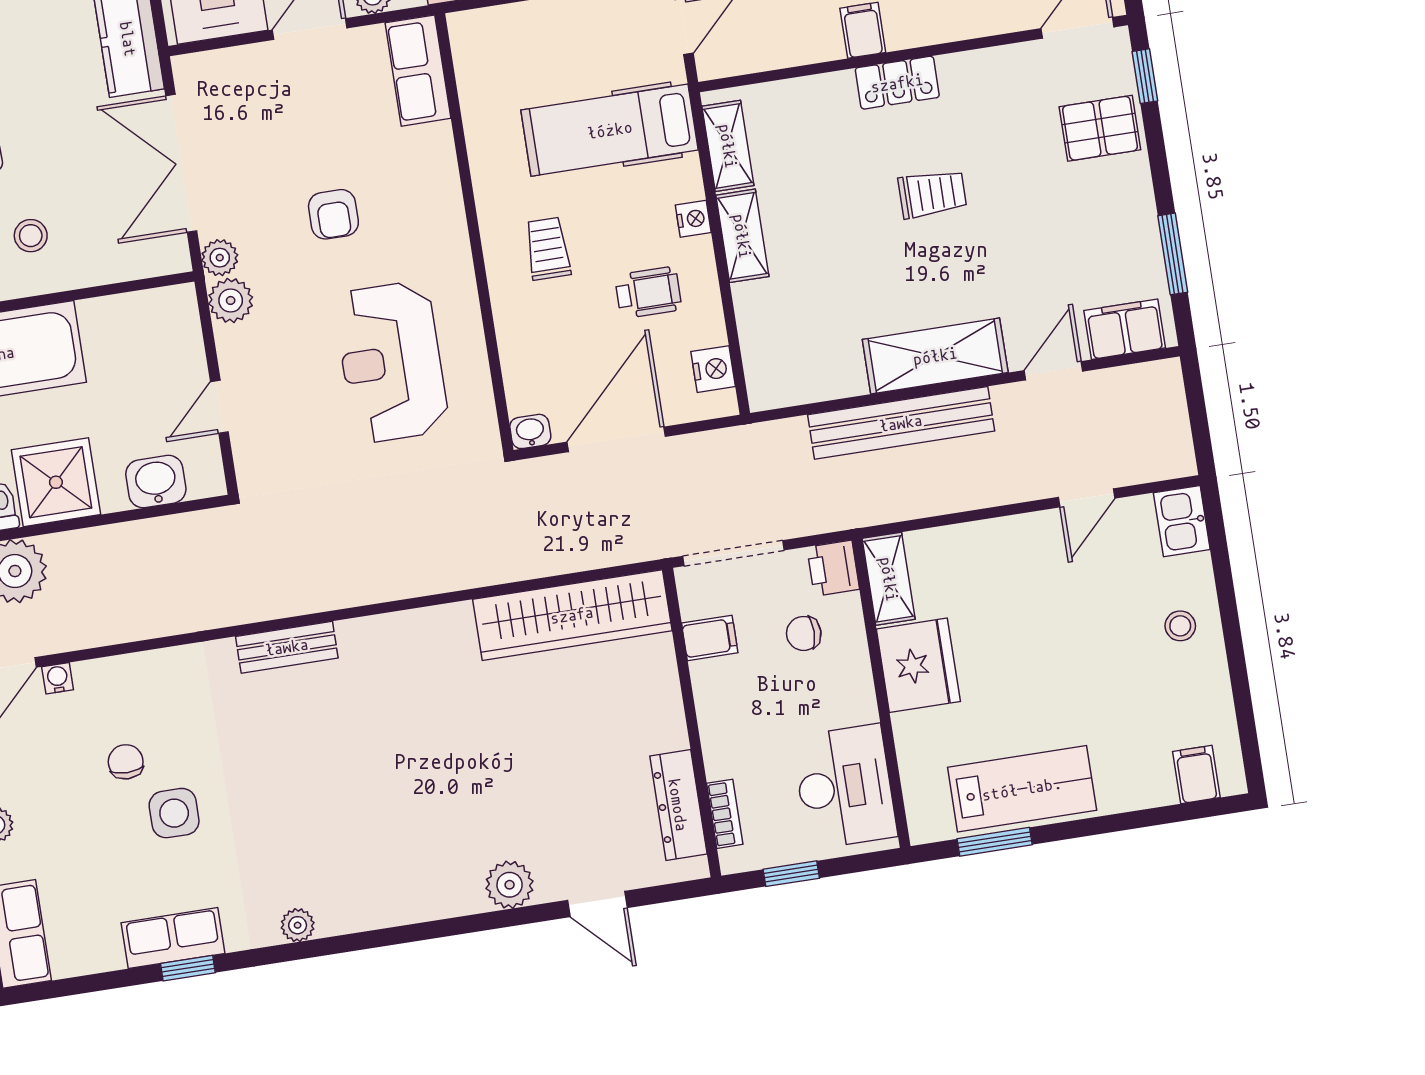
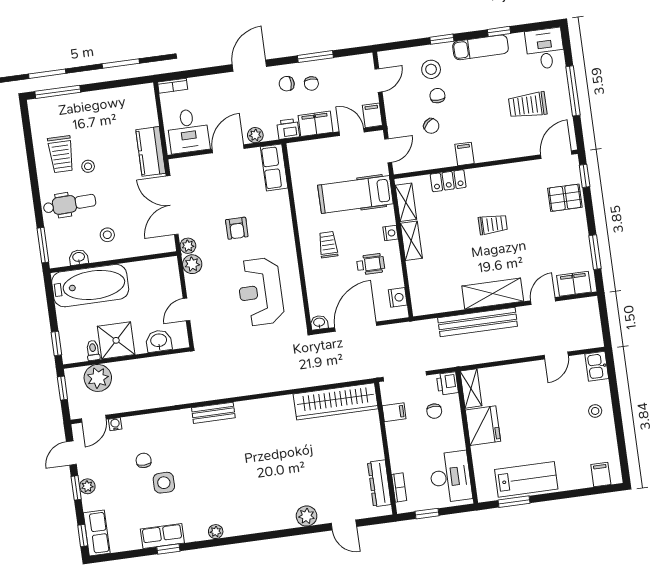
locker: (897, 83) -> (448, 181), moved
chair: (804, 633) -> (434, 411), turned -90

